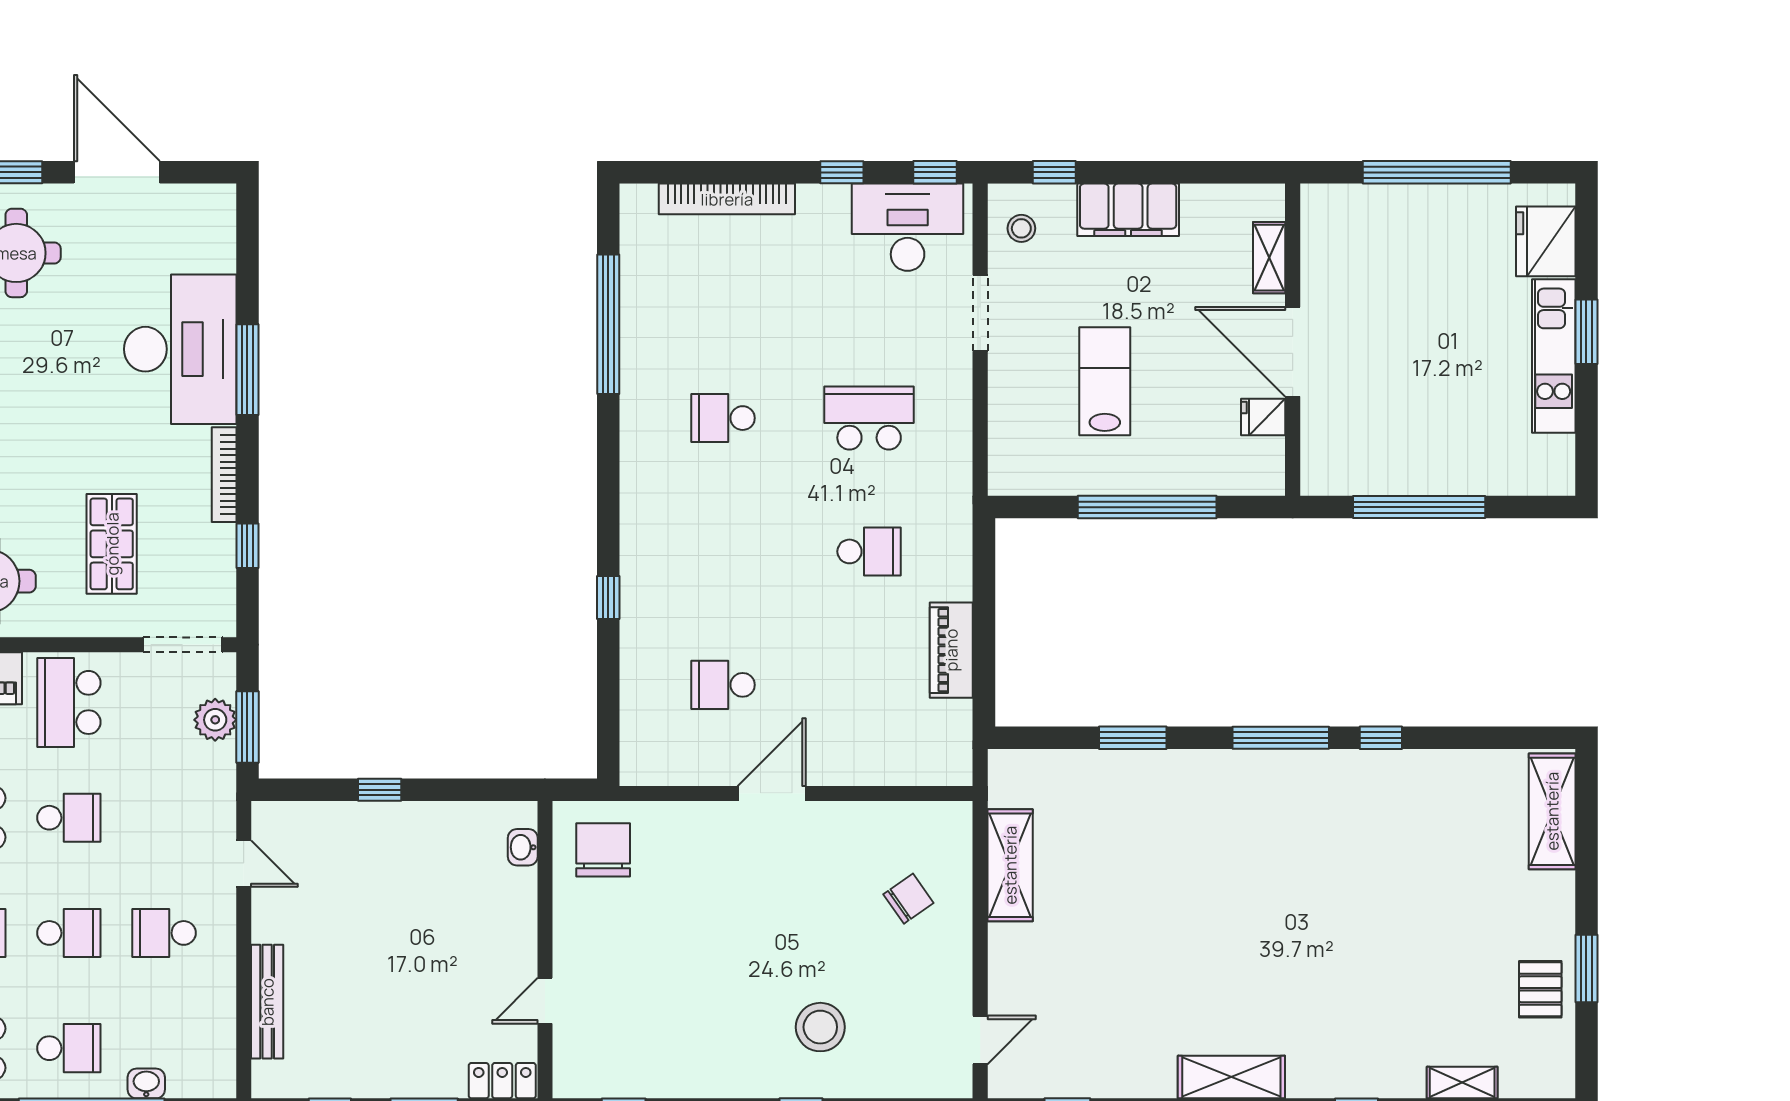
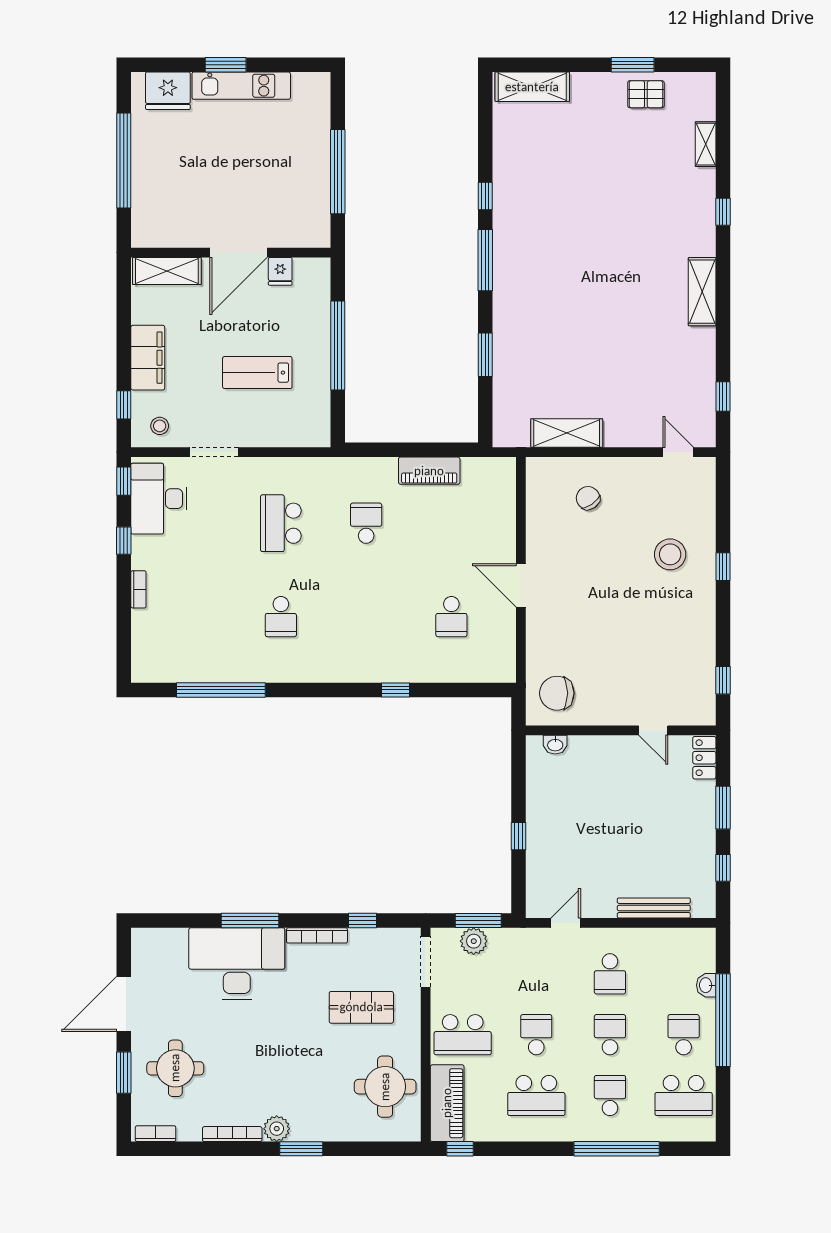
bookcase: (727, 199) -> (138, 589), width x0.43, depth x0.76
shelving: (1269, 258) -> (167, 271), width x1.50, depth x1.33

